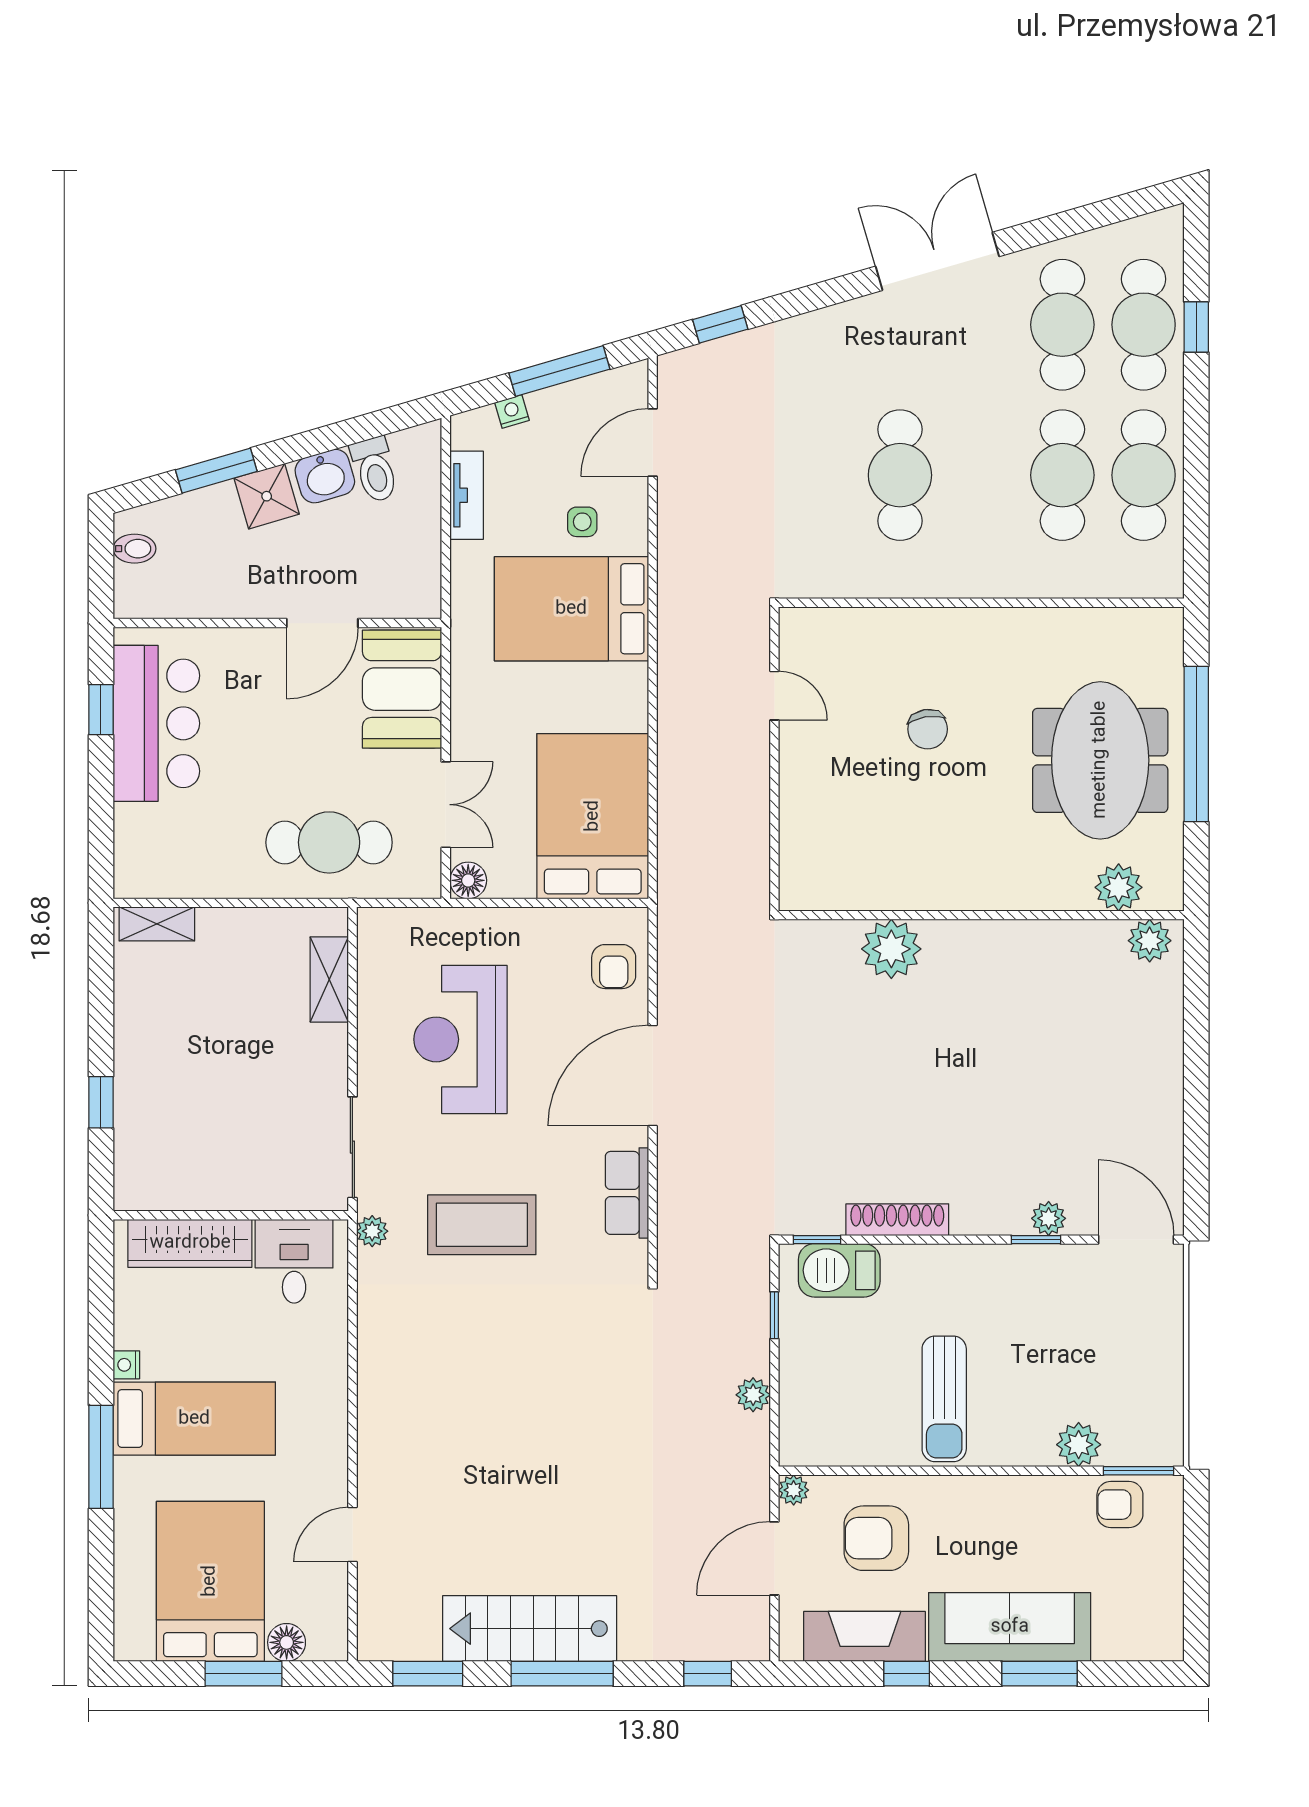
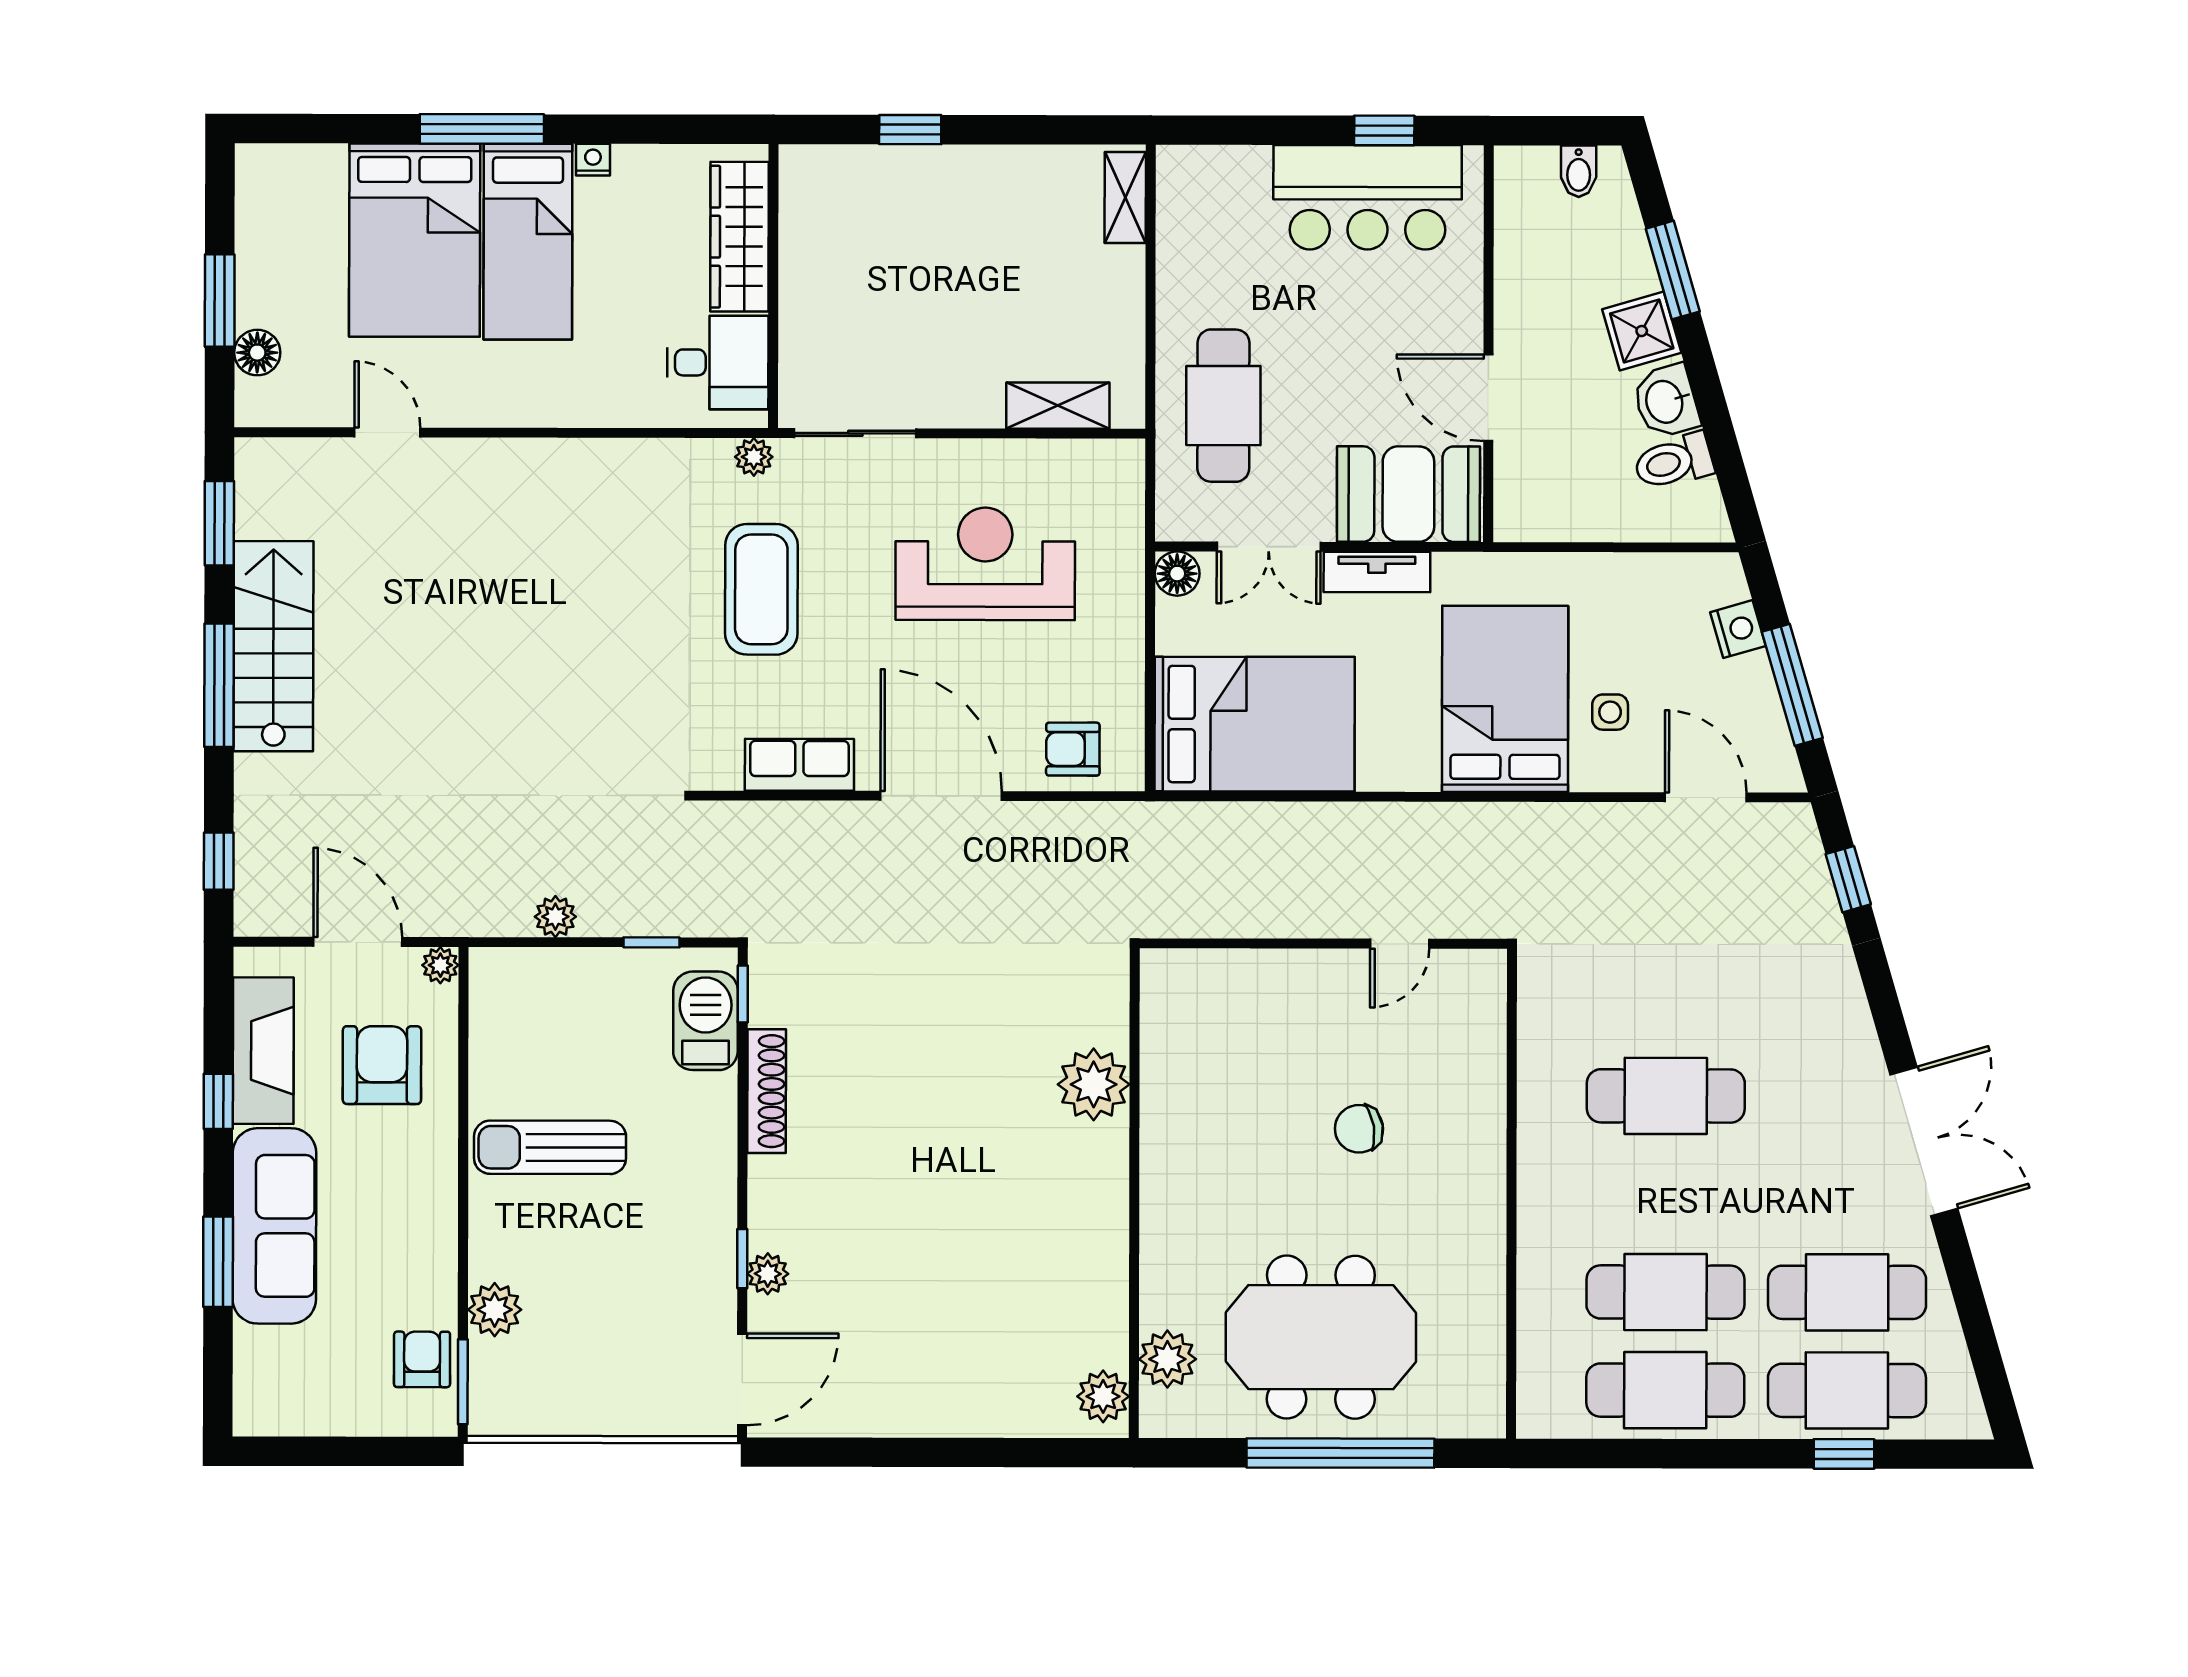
nightstand: (512, 411) -> (1738, 629), width x1.39, depth x1.35
tv unit: (467, 495) -> (1377, 572), moved
bed: (210, 1581) -> (415, 240), moved, turned 90

